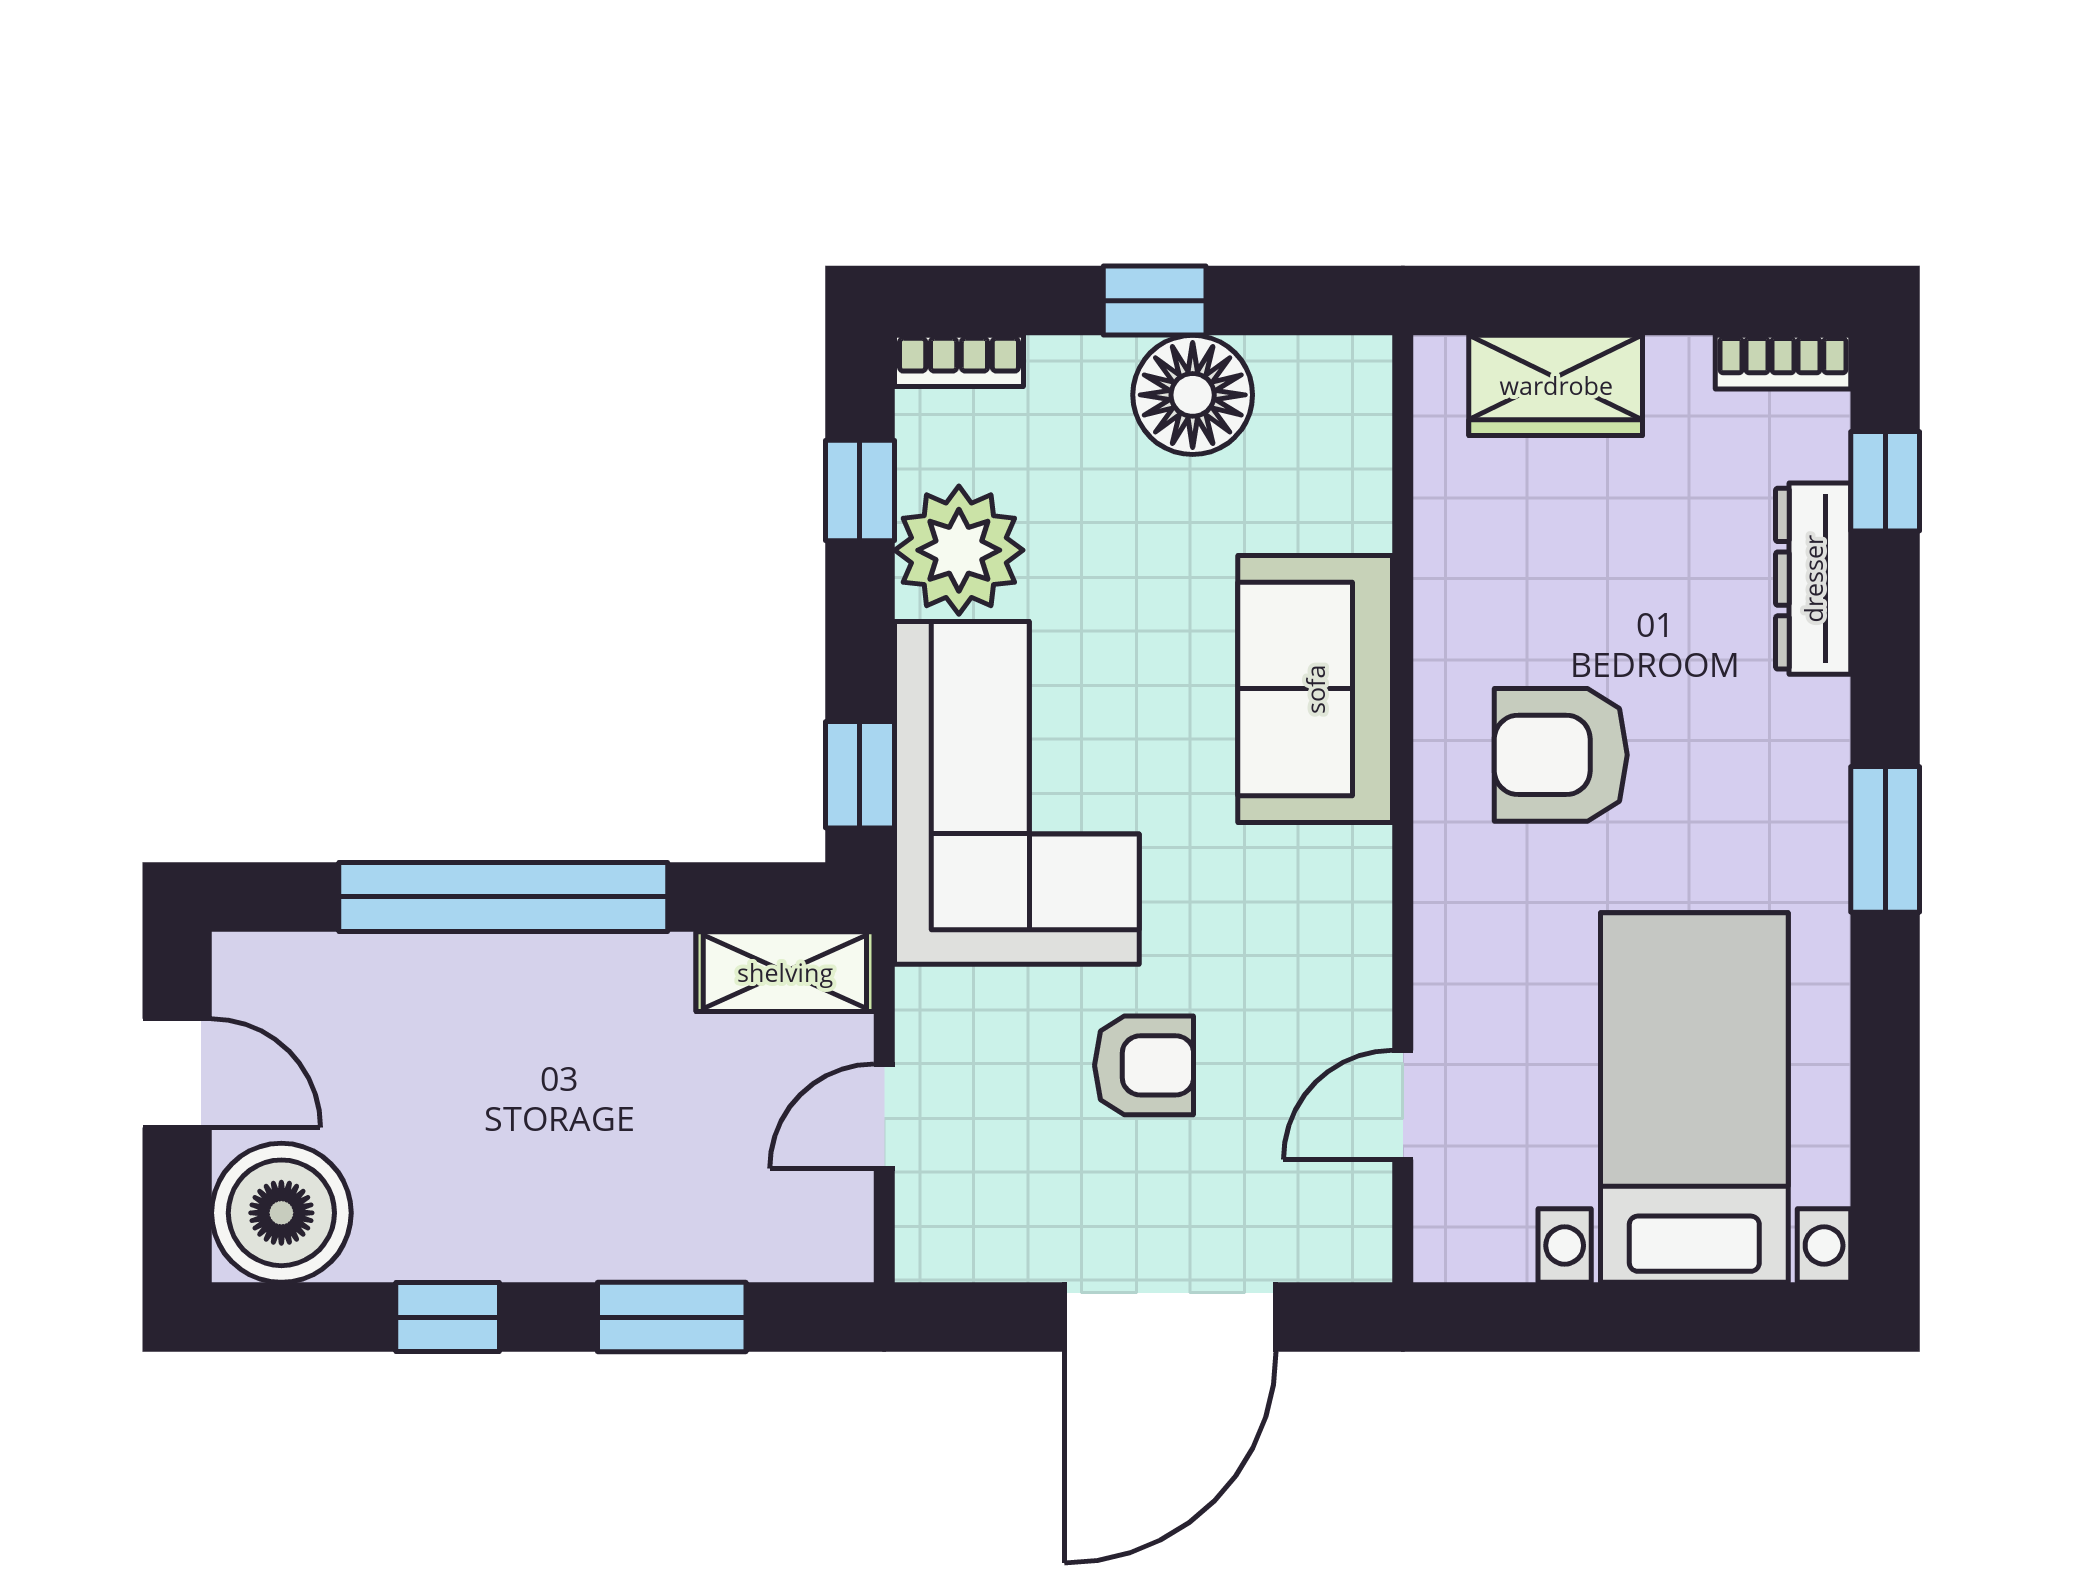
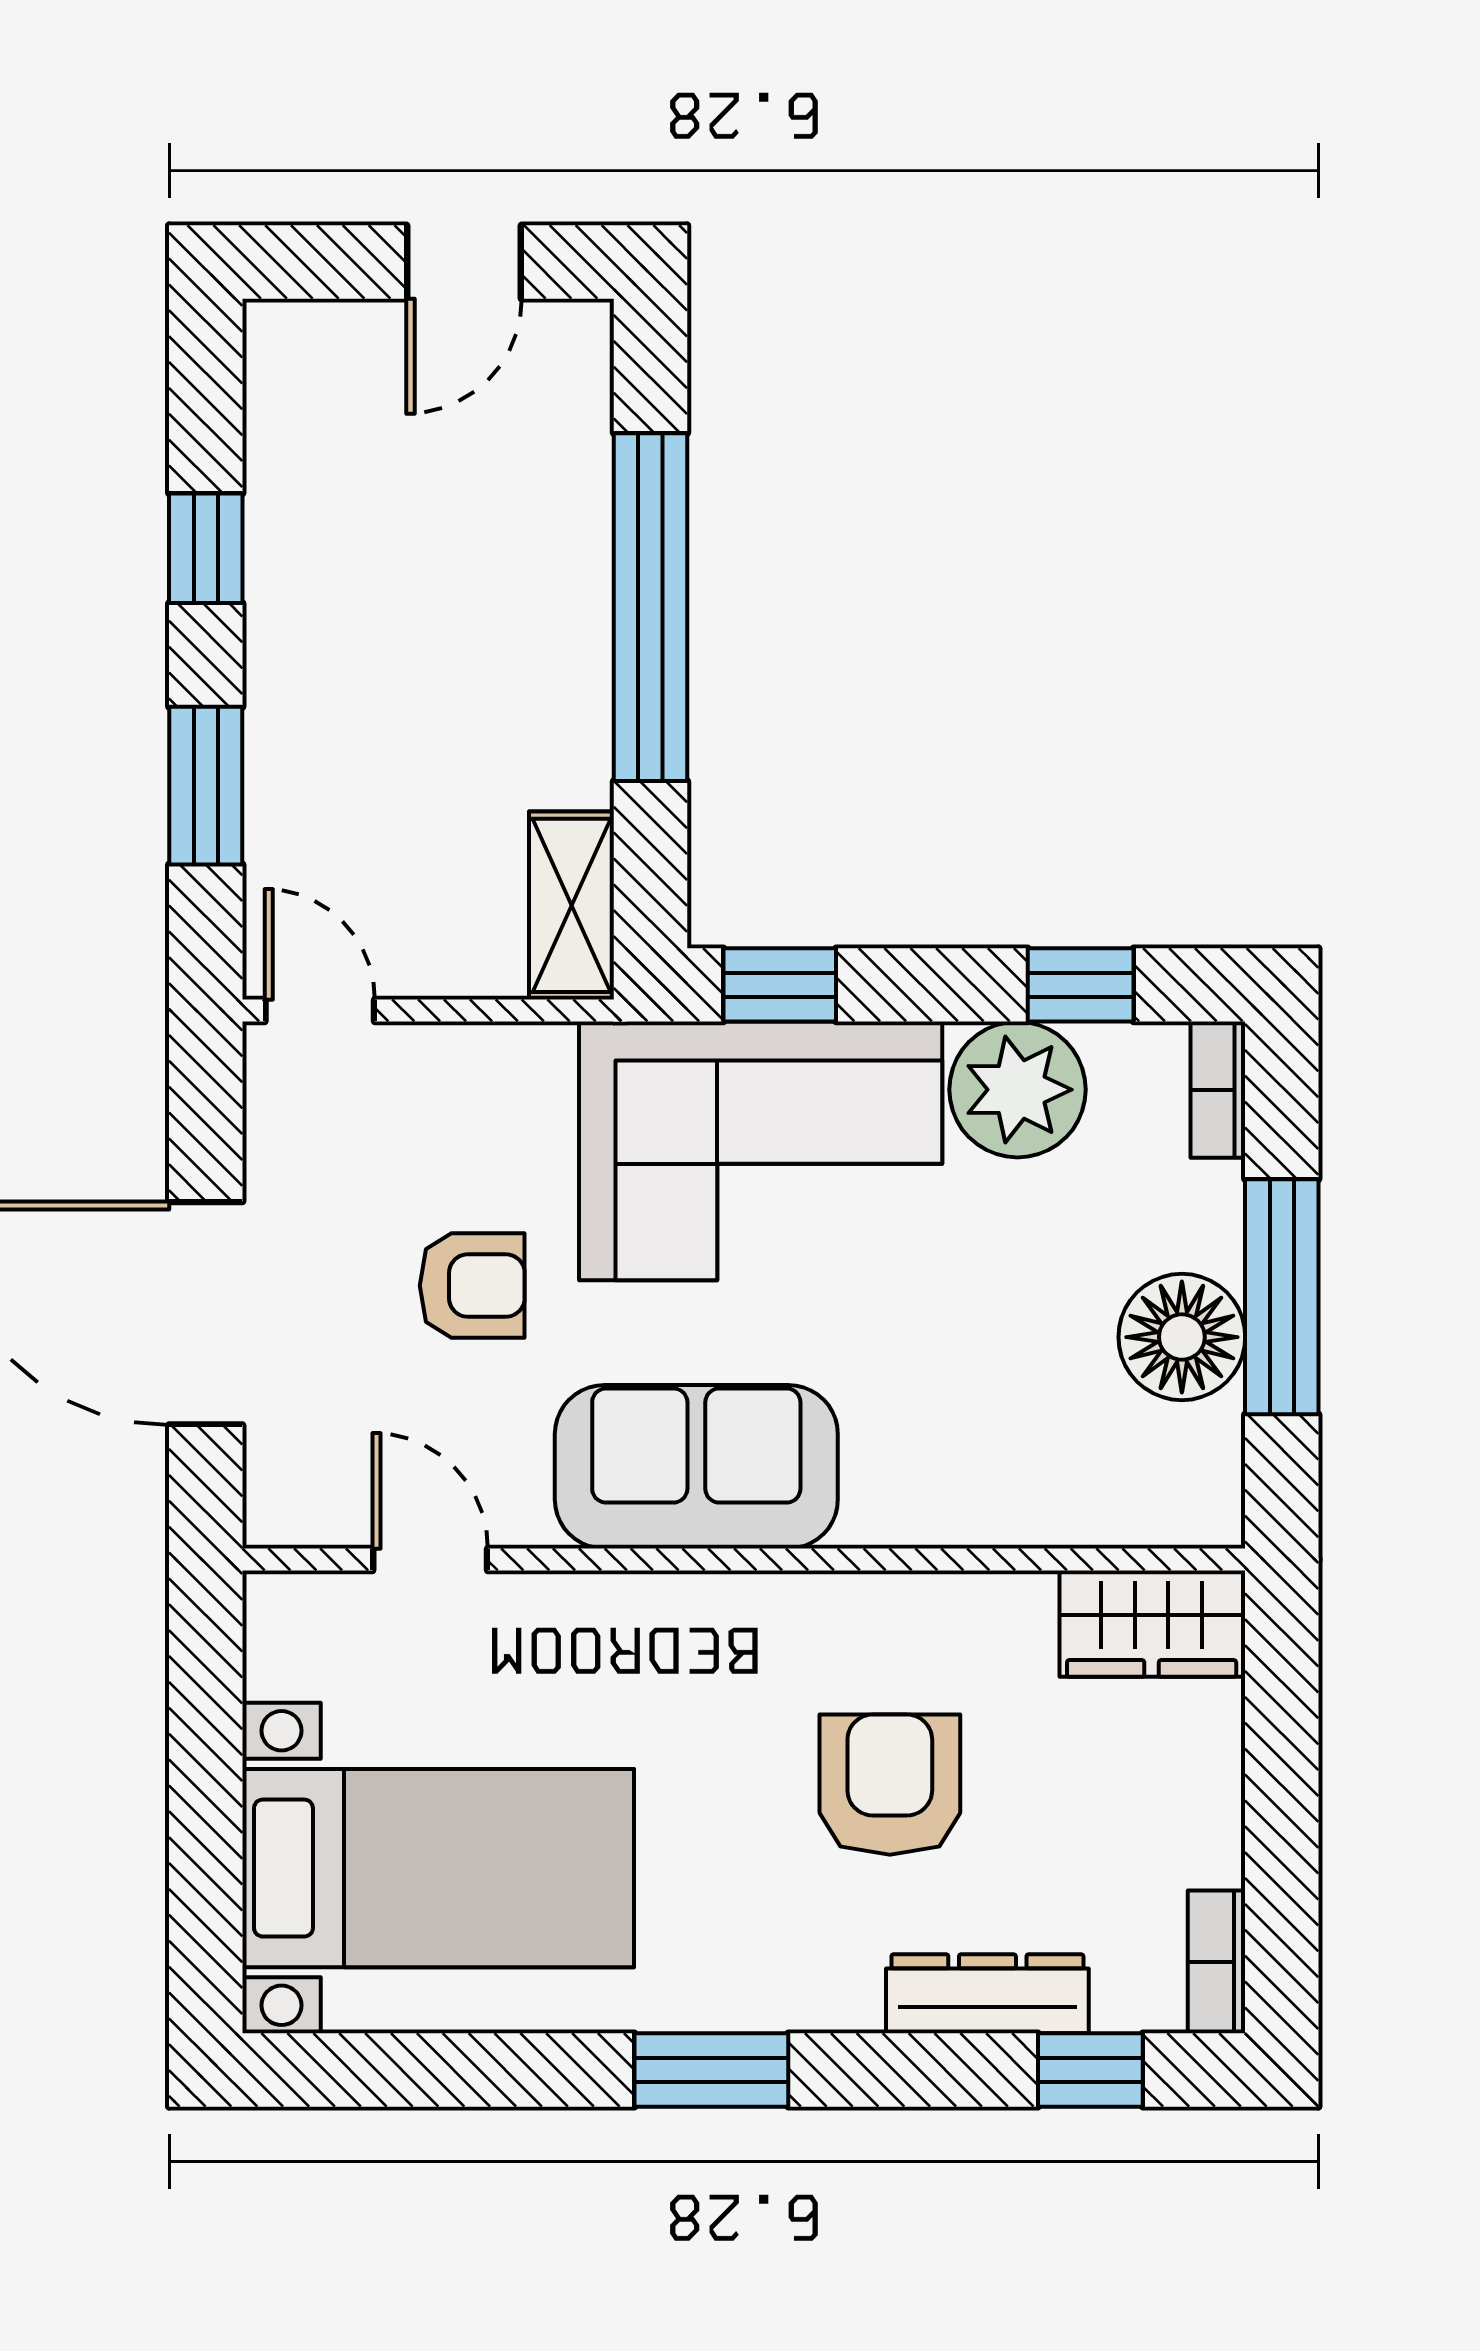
window: (1155, 301) -> (1282, 1297), width x2.17
wardrobe: (1556, 385) -> (1152, 1624), moved, turned -90
sofa: (1315, 689) -> (696, 1467), moved
armchair: (1561, 755) -> (890, 1785), moved
armchair: (1144, 1065) -> (472, 1286), turned -90
door: (884, 1116) -> (320, 1010), moved
boiler: (281, 1213) -> (316, 372), removed

